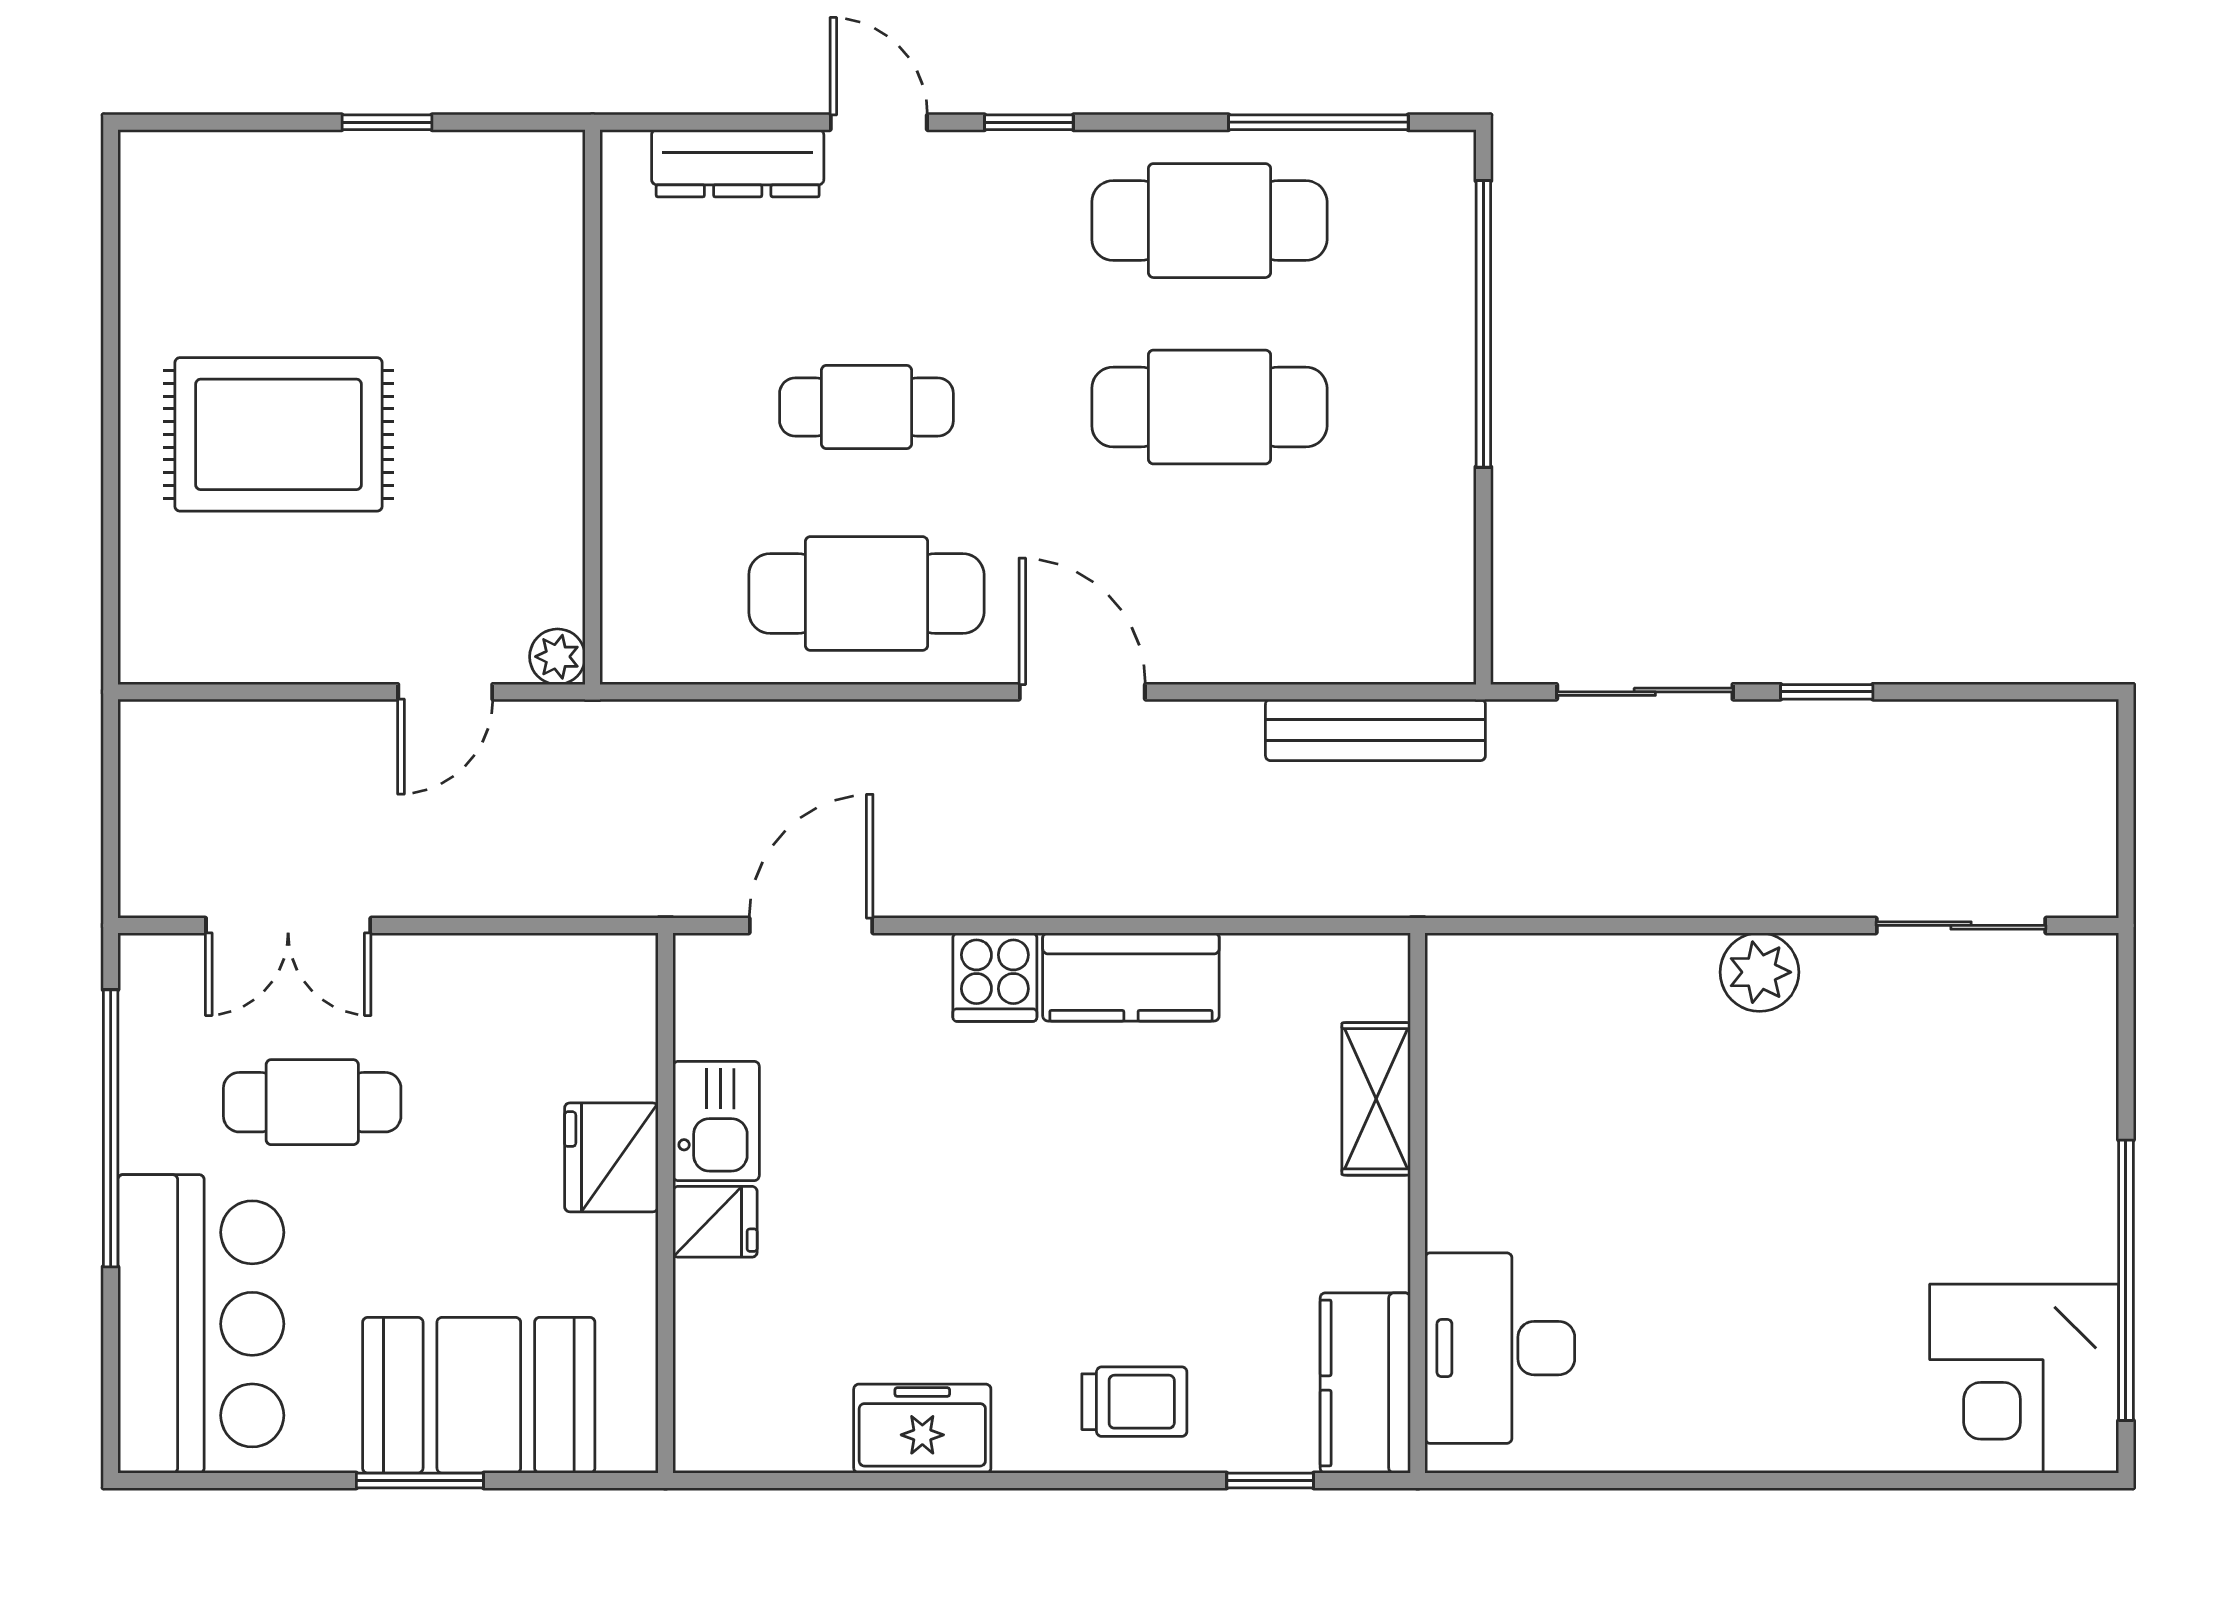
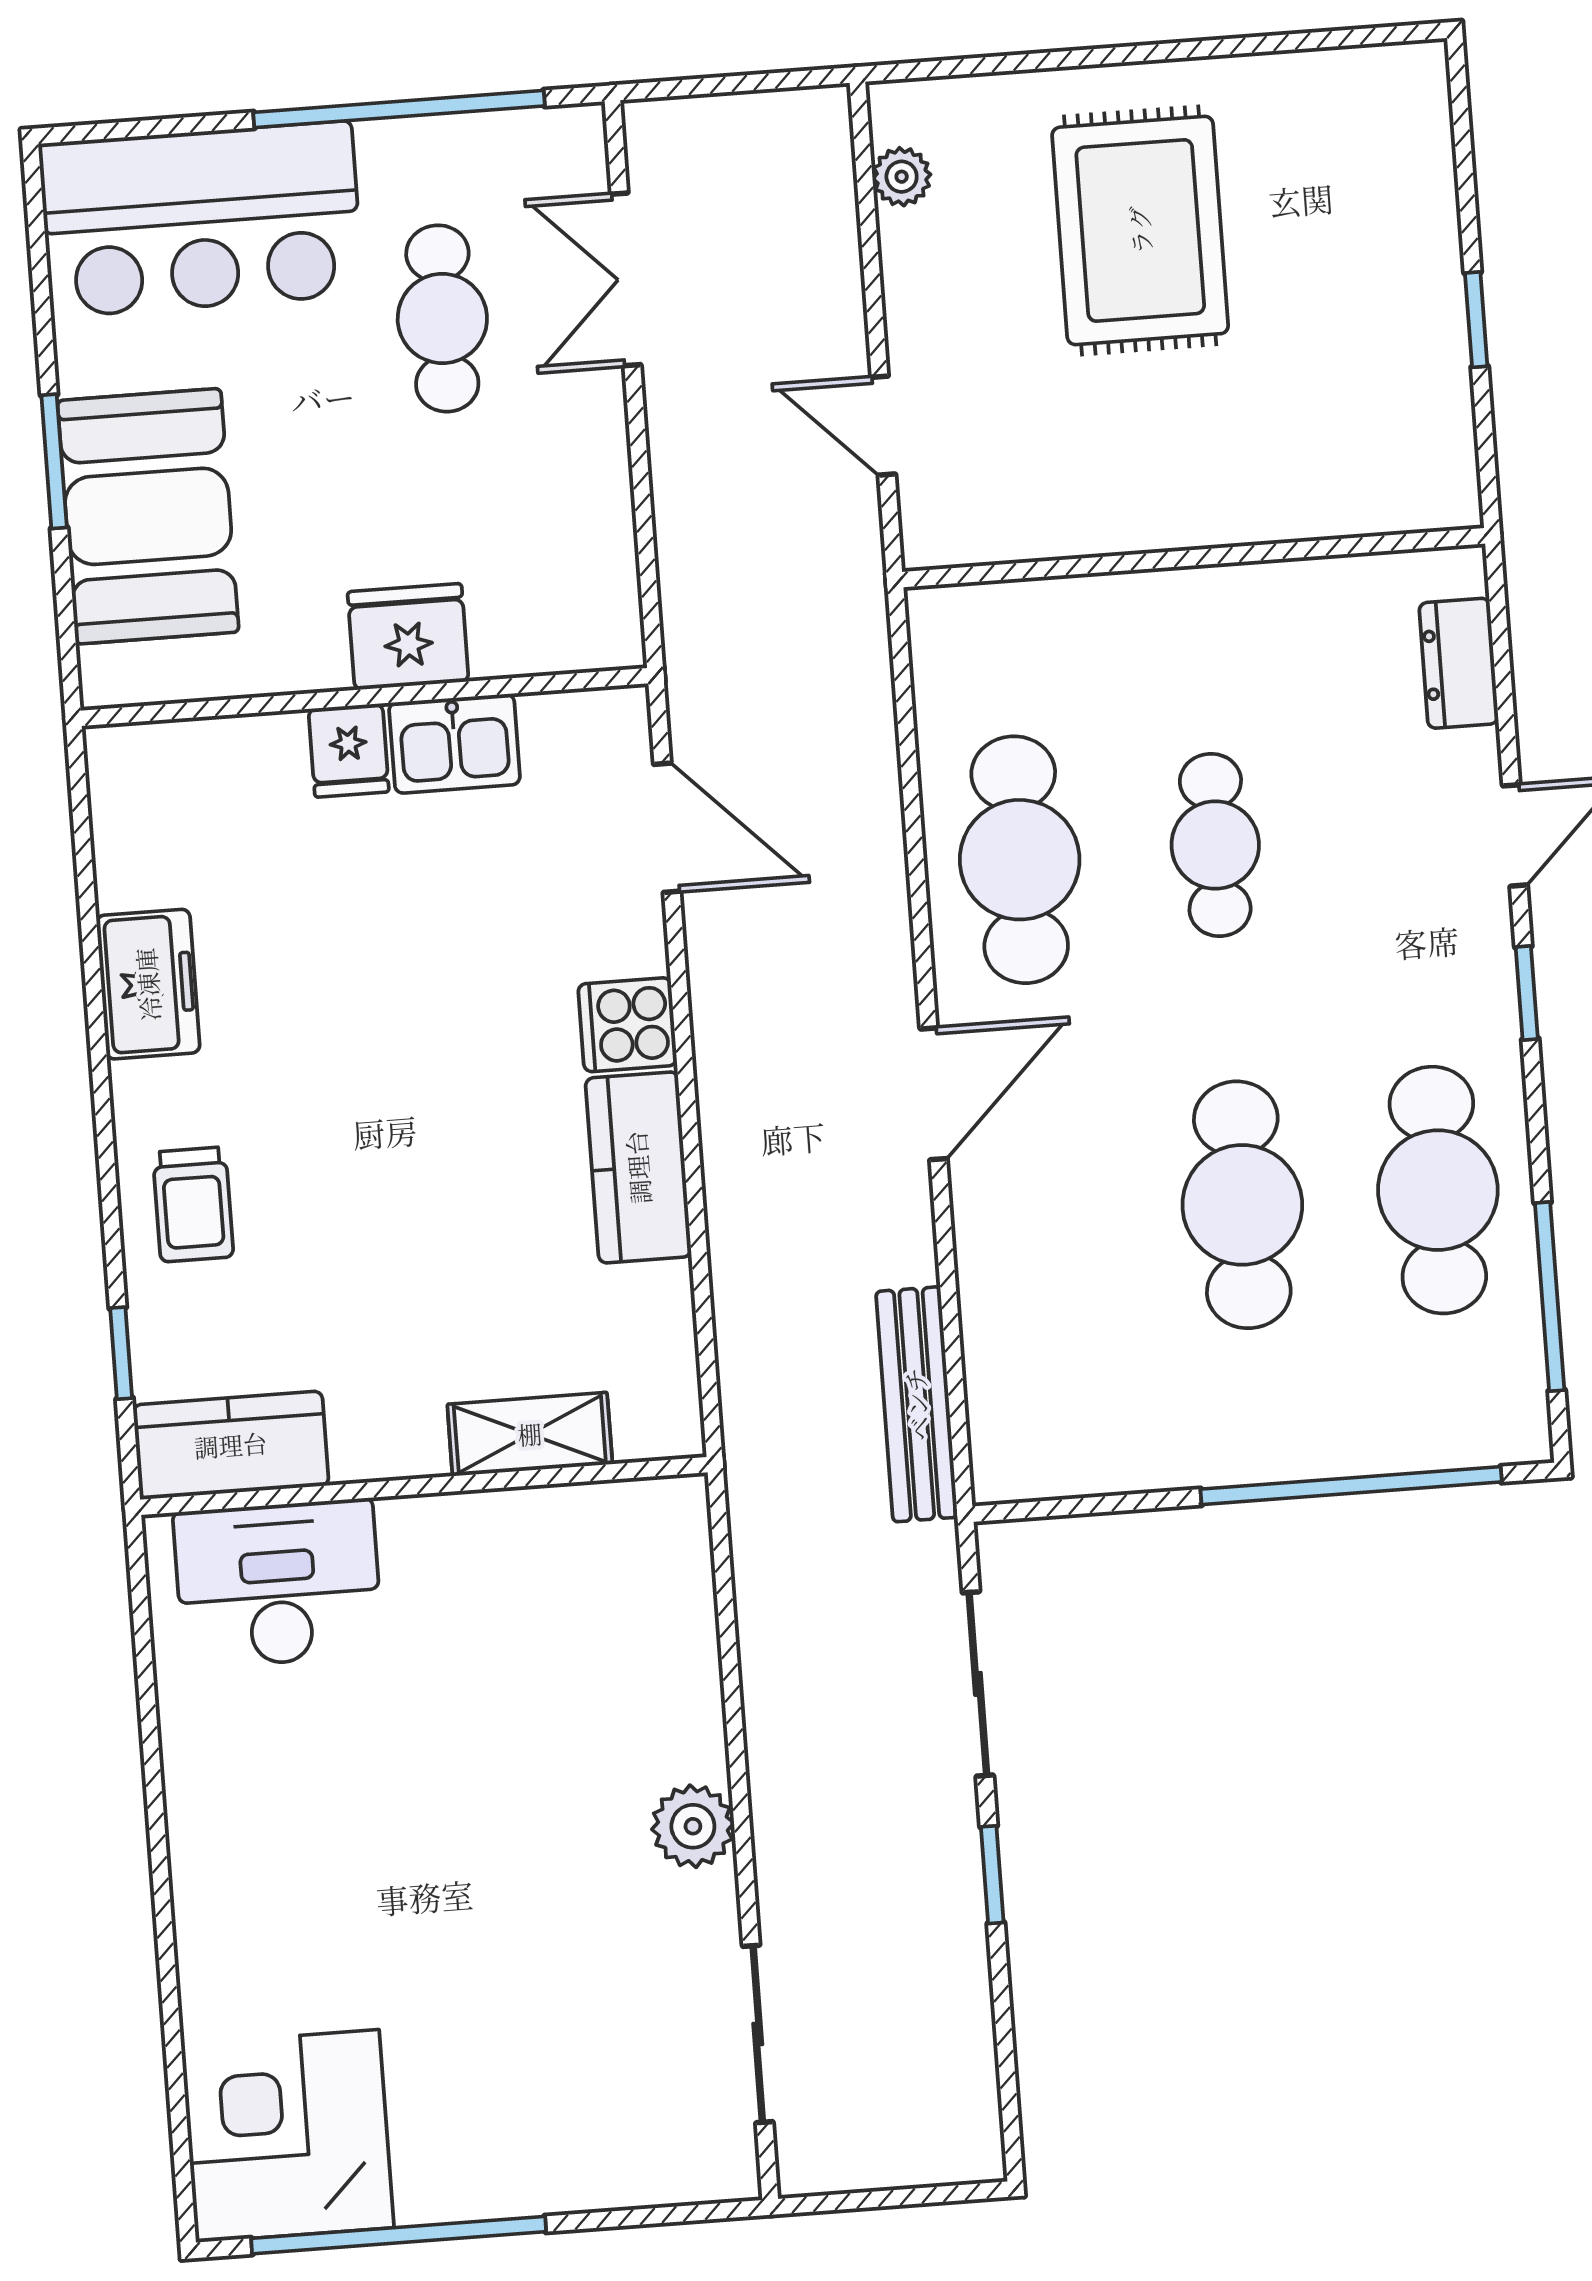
dresser: (738, 163) -> (1459, 663), width x0.70
plant: (557, 657) -> (902, 177), moved

